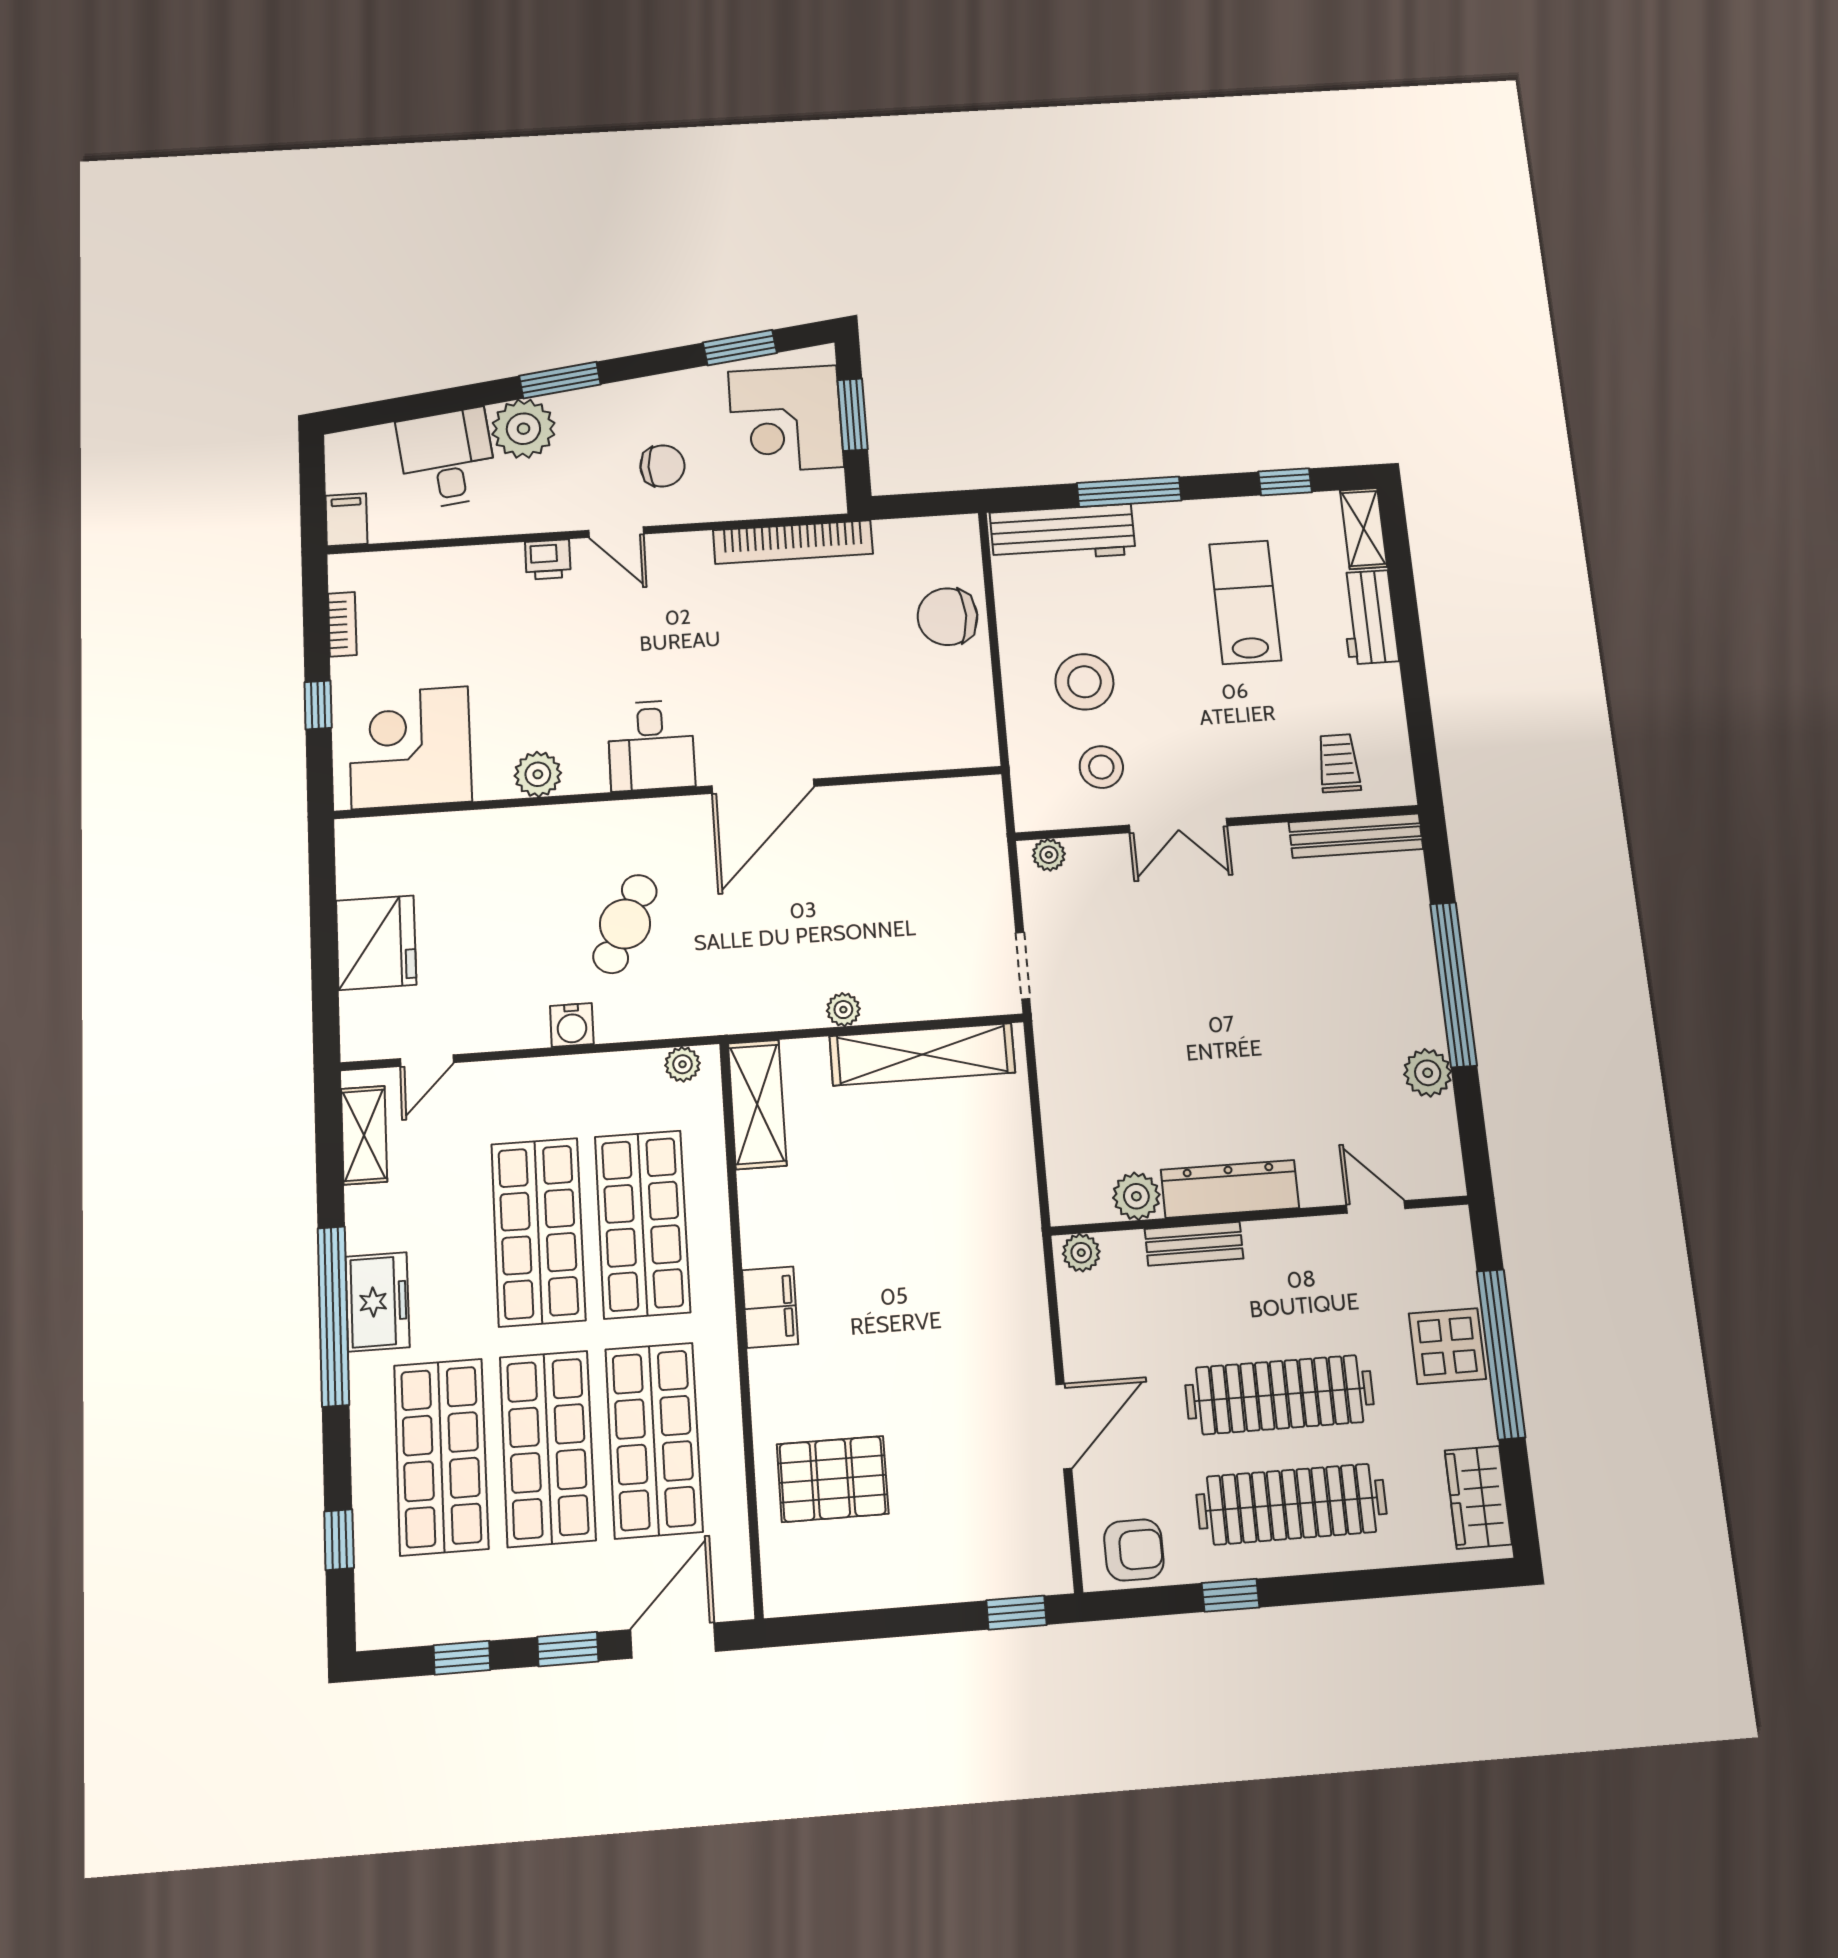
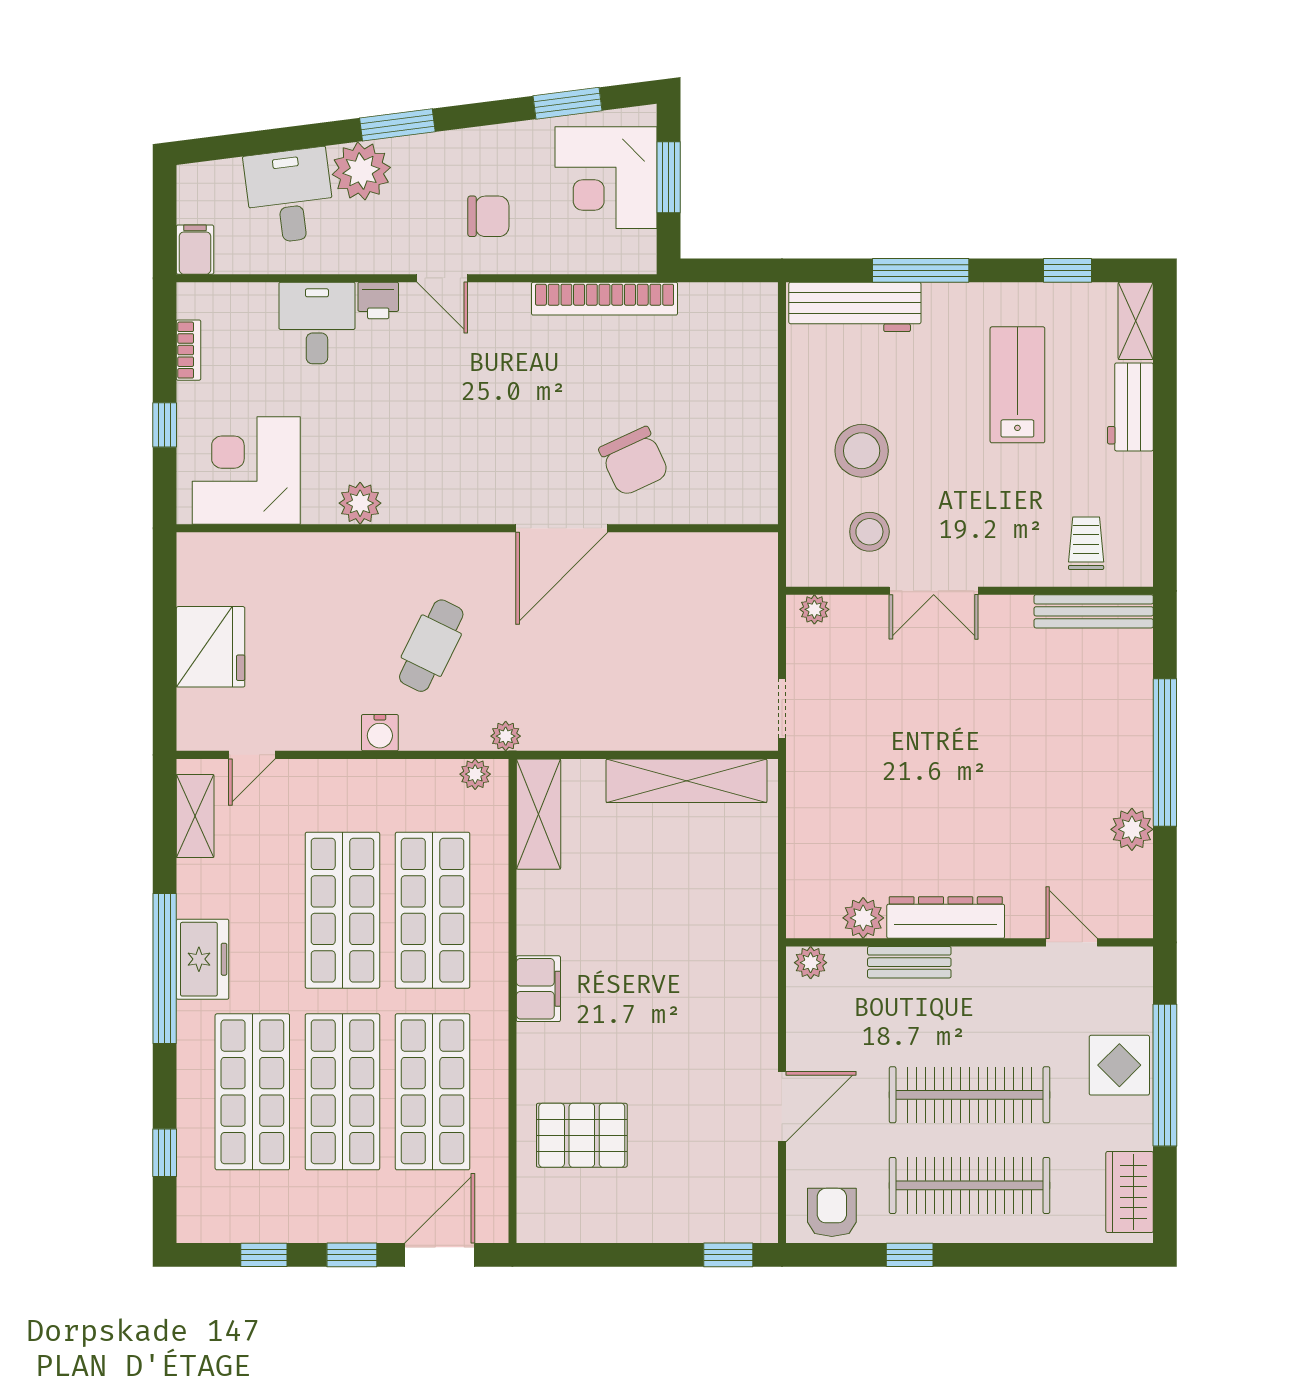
chair: (947, 617) -> (634, 461), moved, turned -115
desk: (651, 745) -> (317, 323), moved, turned 180
plant: (843, 1010) -> (506, 736), moved
armchair: (1134, 1550) -> (832, 1212), turned -90

